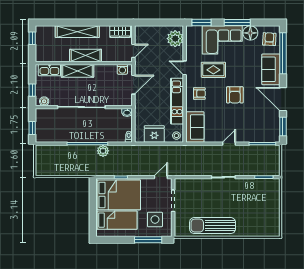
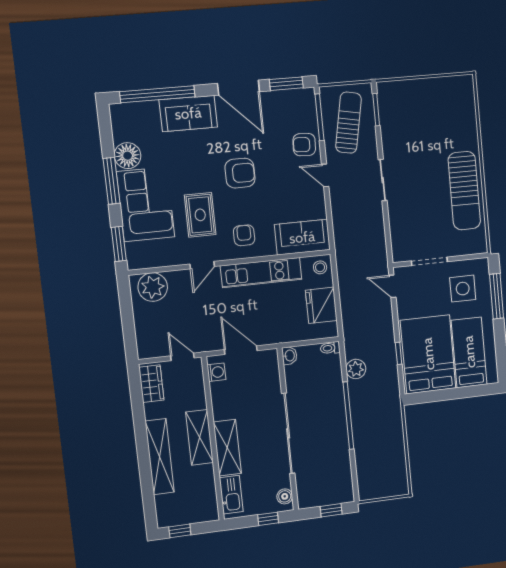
armchair: (269, 39) -> (304, 145), moved
door: (283, 99) -> (239, 88), hinge flipped
plant: (103, 151) -> (356, 369), moved
sun lounger: (258, 160) -> (348, 123), added

